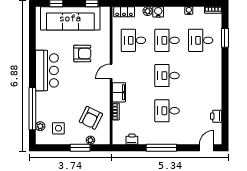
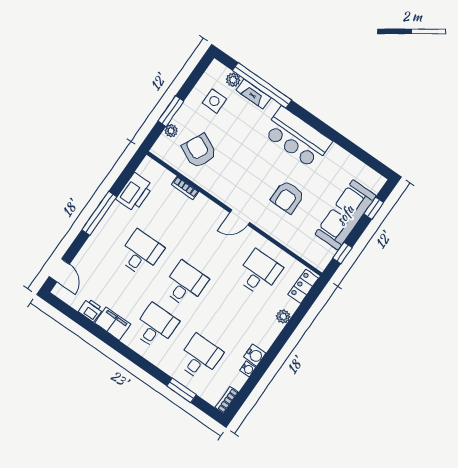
water cooler: (158, 12) -> (255, 355), moved
sofa: (70, 18) -> (345, 215), width x0.74, depth x0.79
desk: (167, 40) -> (155, 326), moved
door: (111, 71) -> (240, 217), swing flipped
filing cabinet: (119, 92) -> (113, 324), moved, turned 180
fireplace: (40, 110) -> (253, 94), added
printer: (132, 139) -> (135, 192), width x1.87, depth x1.48

